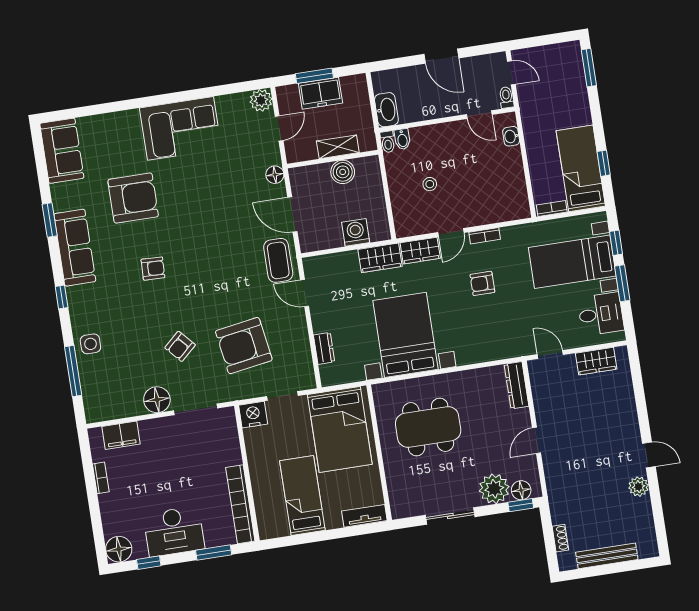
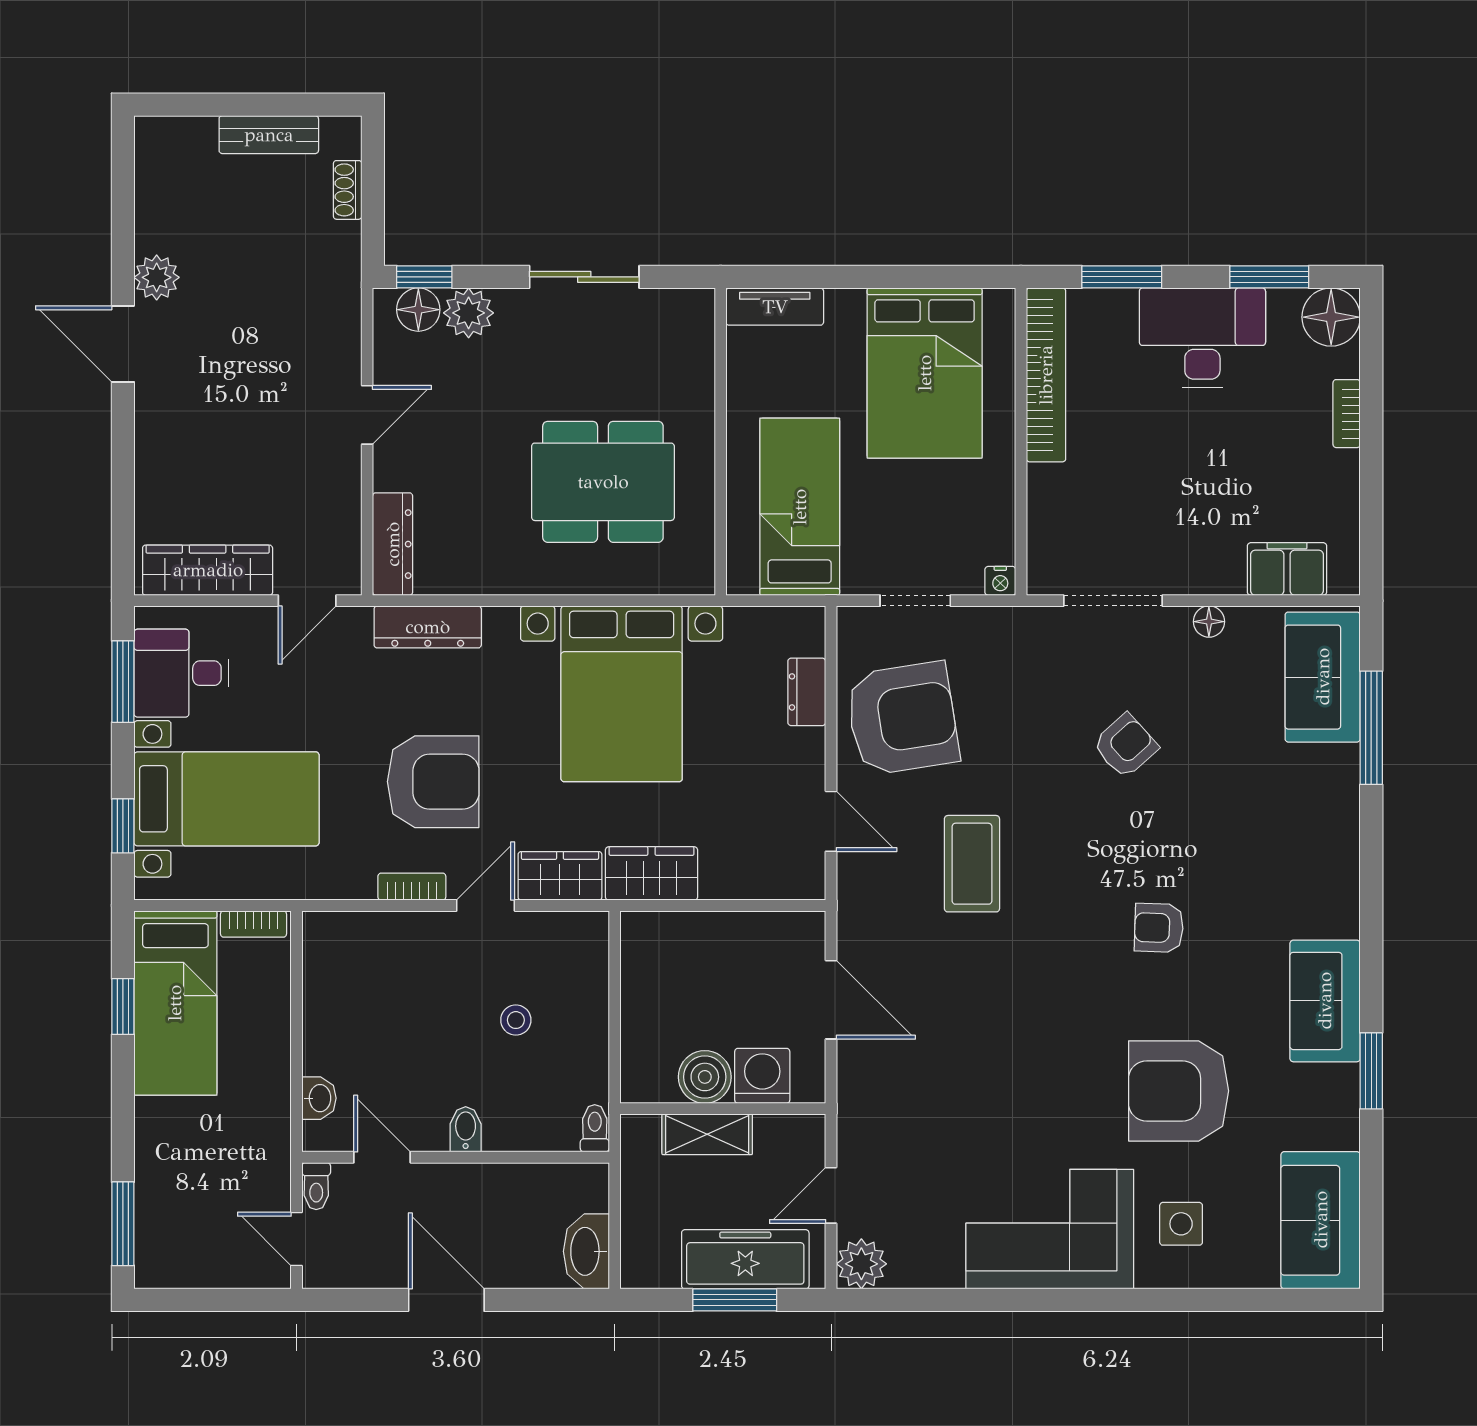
freezer: (320, 93) -> (745, 1259), width x1.40
washbasin: (386, 110) -> (586, 1251), moved
bidet: (402, 139) -> (466, 1129), moved
floor lamp: (275, 175) -> (856, 1094), removed
washing machine: (356, 232) -> (762, 1076), moved, turned 180
sofa: (75, 248) -> (1325, 1001), width x0.73
coffee table: (278, 260) -> (972, 864), moved
armchair: (482, 283) -> (433, 782), width x1.88, depth x1.88
window: (622, 283) -> (123, 682), moved
window: (62, 297) -> (1371, 896), removed
side table: (90, 344) -> (1181, 1224), moved
armchair: (244, 346) -> (902, 719), moved
dresser: (495, 351) -> (428, 627), added
door: (550, 354) -> (307, 601), hinge flipped
wardrobe: (596, 361) -> (208, 570), width x1.50
sofa: (98, 390) -> (1323, 677), added
floor lamp: (157, 400) -> (1209, 622), width x0.53, depth x0.53
nightstand: (253, 415) -> (1000, 581), width x0.53, depth x0.56
bed: (340, 429) -> (800, 507), width x0.67
door: (649, 455) -> (123, 344), width x1.38
bookcase: (101, 478) -> (1347, 414), moved
plant: (494, 489) -> (469, 313), width x0.73, depth x0.73
bed: (302, 495) -> (925, 373), width x1.50
bench: (607, 556) -> (269, 135), width x0.73
window: (149, 563) -> (1269, 277), width x1.50

